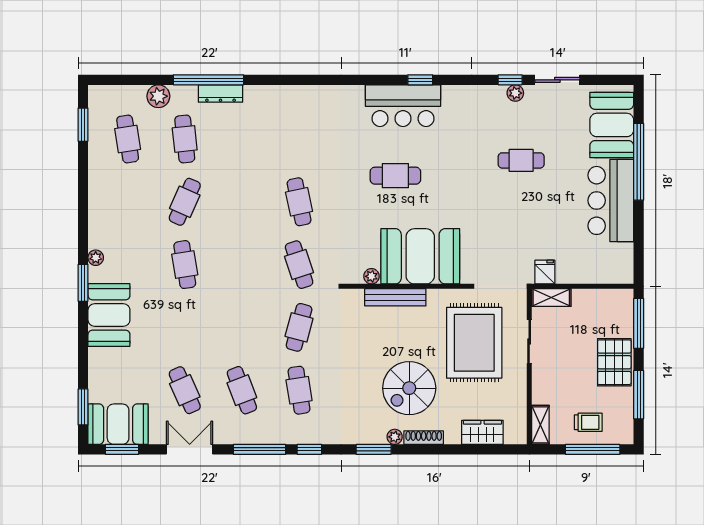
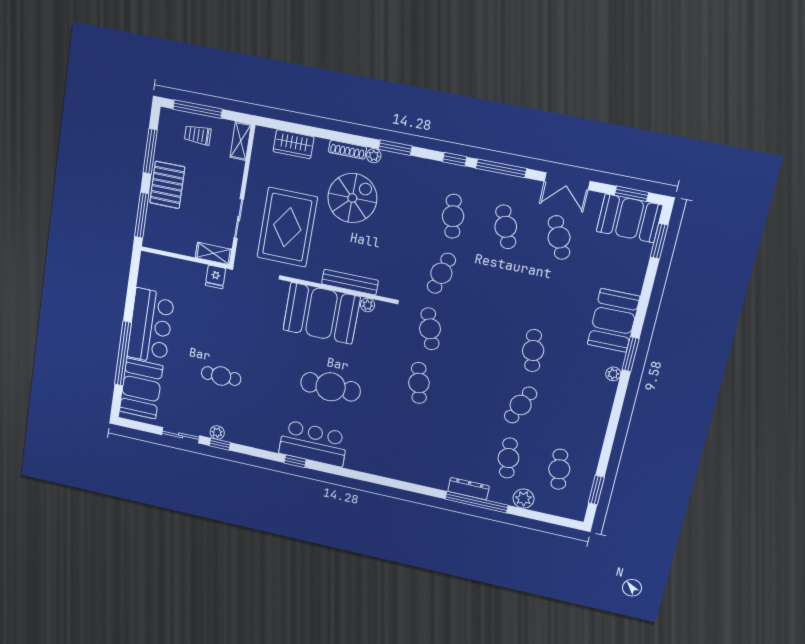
cafe table: (395, 176) -> (331, 387), width x1.37, depth x1.35

